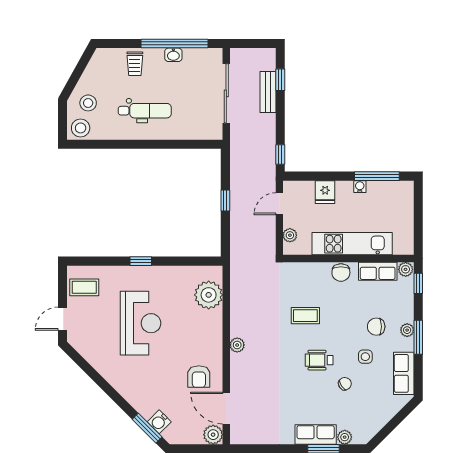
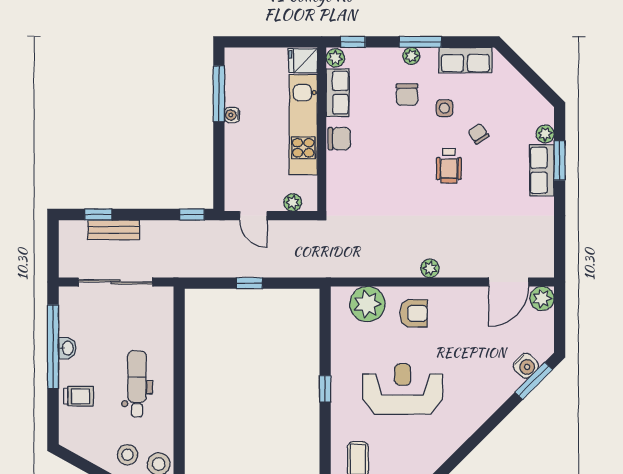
fridge: (325, 192) -> (303, 61), moved, turned 180
coffee table: (305, 316) -> (393, 183), removed
armchair: (199, 377) -> (414, 313), moved

